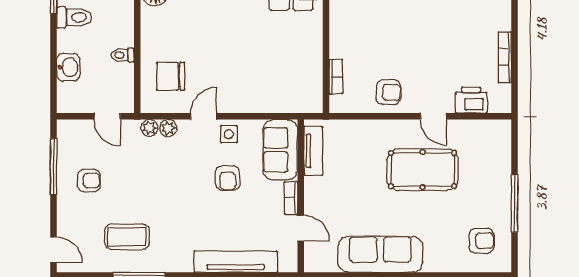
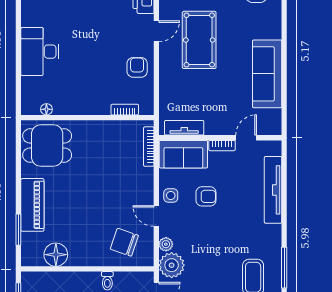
chair: (171, 76) -> (124, 242), turned 109
bookcase: (290, 107) -> (149, 147), added
plant: (149, 128) -> (172, 265), width x1.88, depth x1.88

